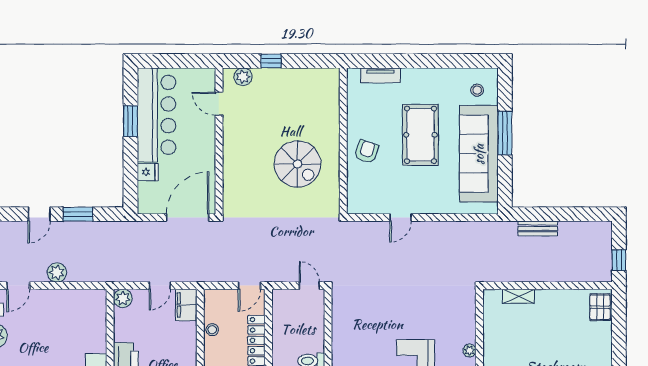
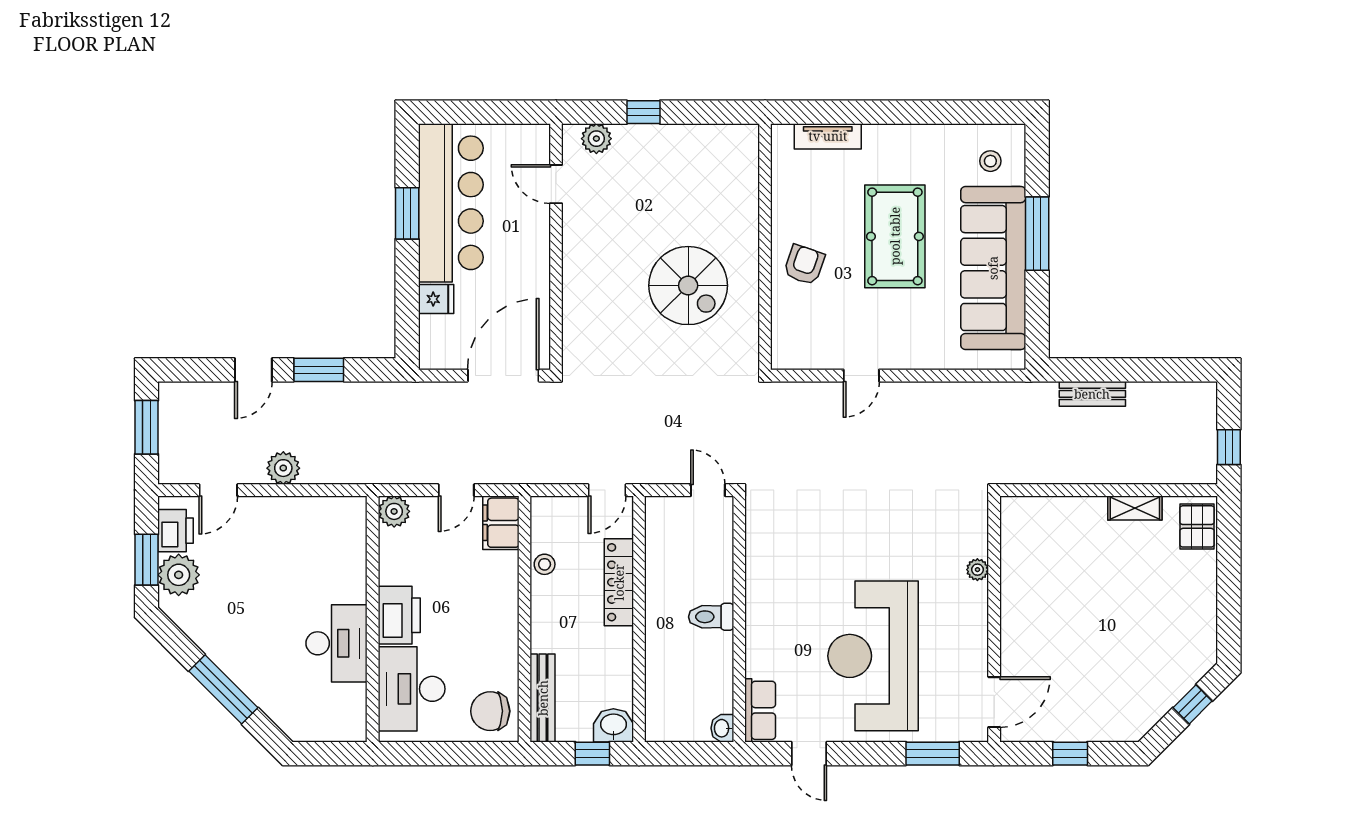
shelving: (519, 296) -> (1135, 508), moved
plant: (469, 350) -> (977, 570), moved

